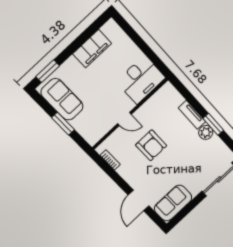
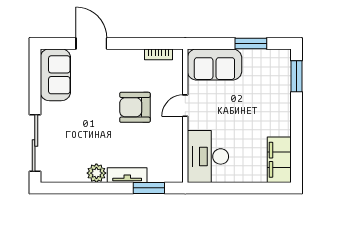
filing cabinet: (92, 49) -> (279, 160), moved
sofa: (62, 99) -> (214, 64), moved
window: (63, 124) -> (251, 43), moved
window: (213, 124) -> (149, 188), moved

